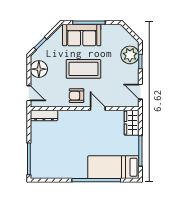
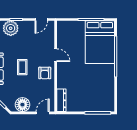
coffee table: (84, 69) -> (22, 67), width x0.54, depth x0.58
door: (98, 109) -> (56, 55), swing flipped
wardrobe: (132, 123) -> (67, 27), removed
bed: (113, 167) -> (100, 42), width x1.50

